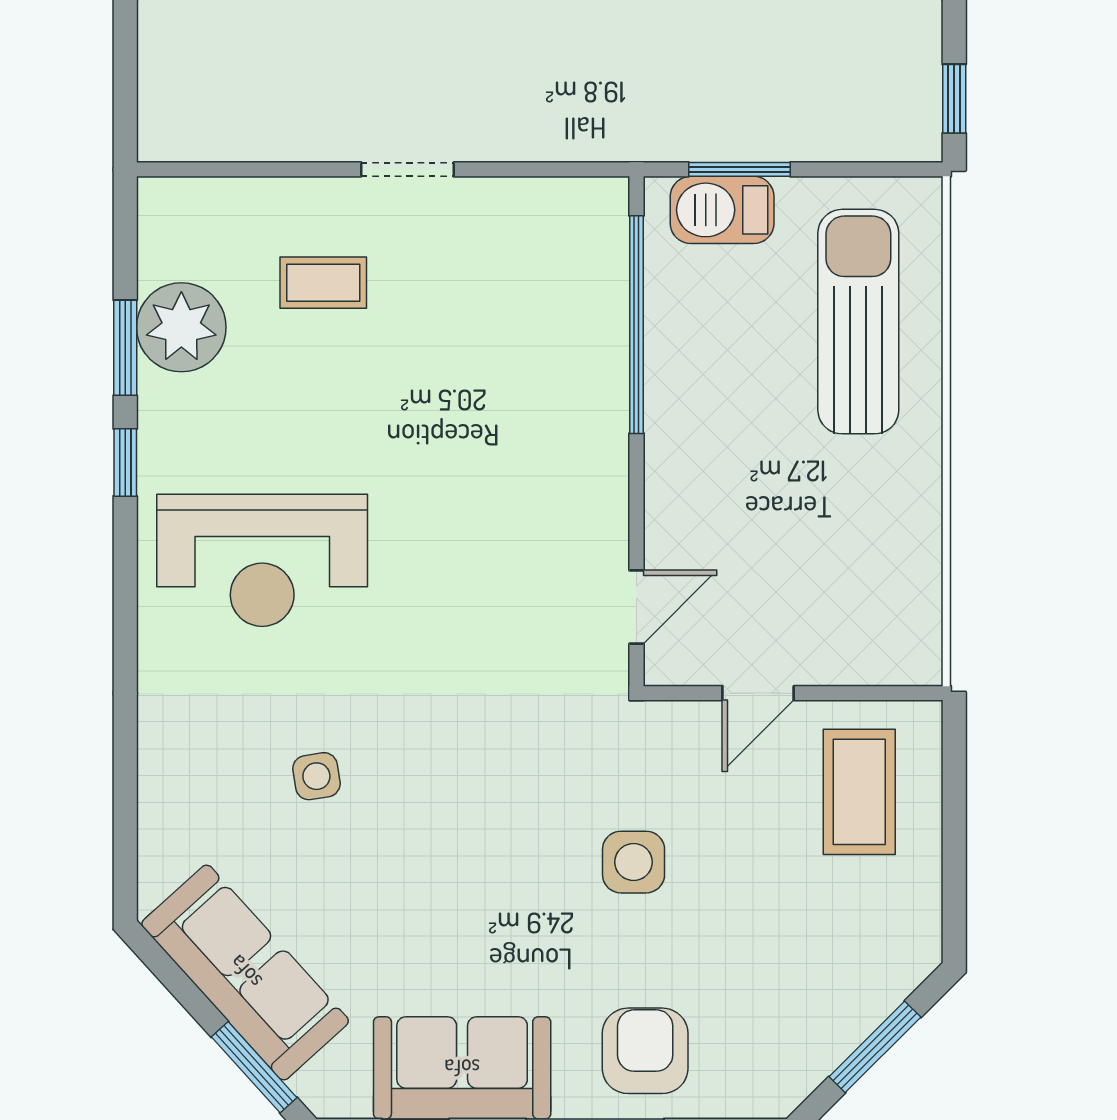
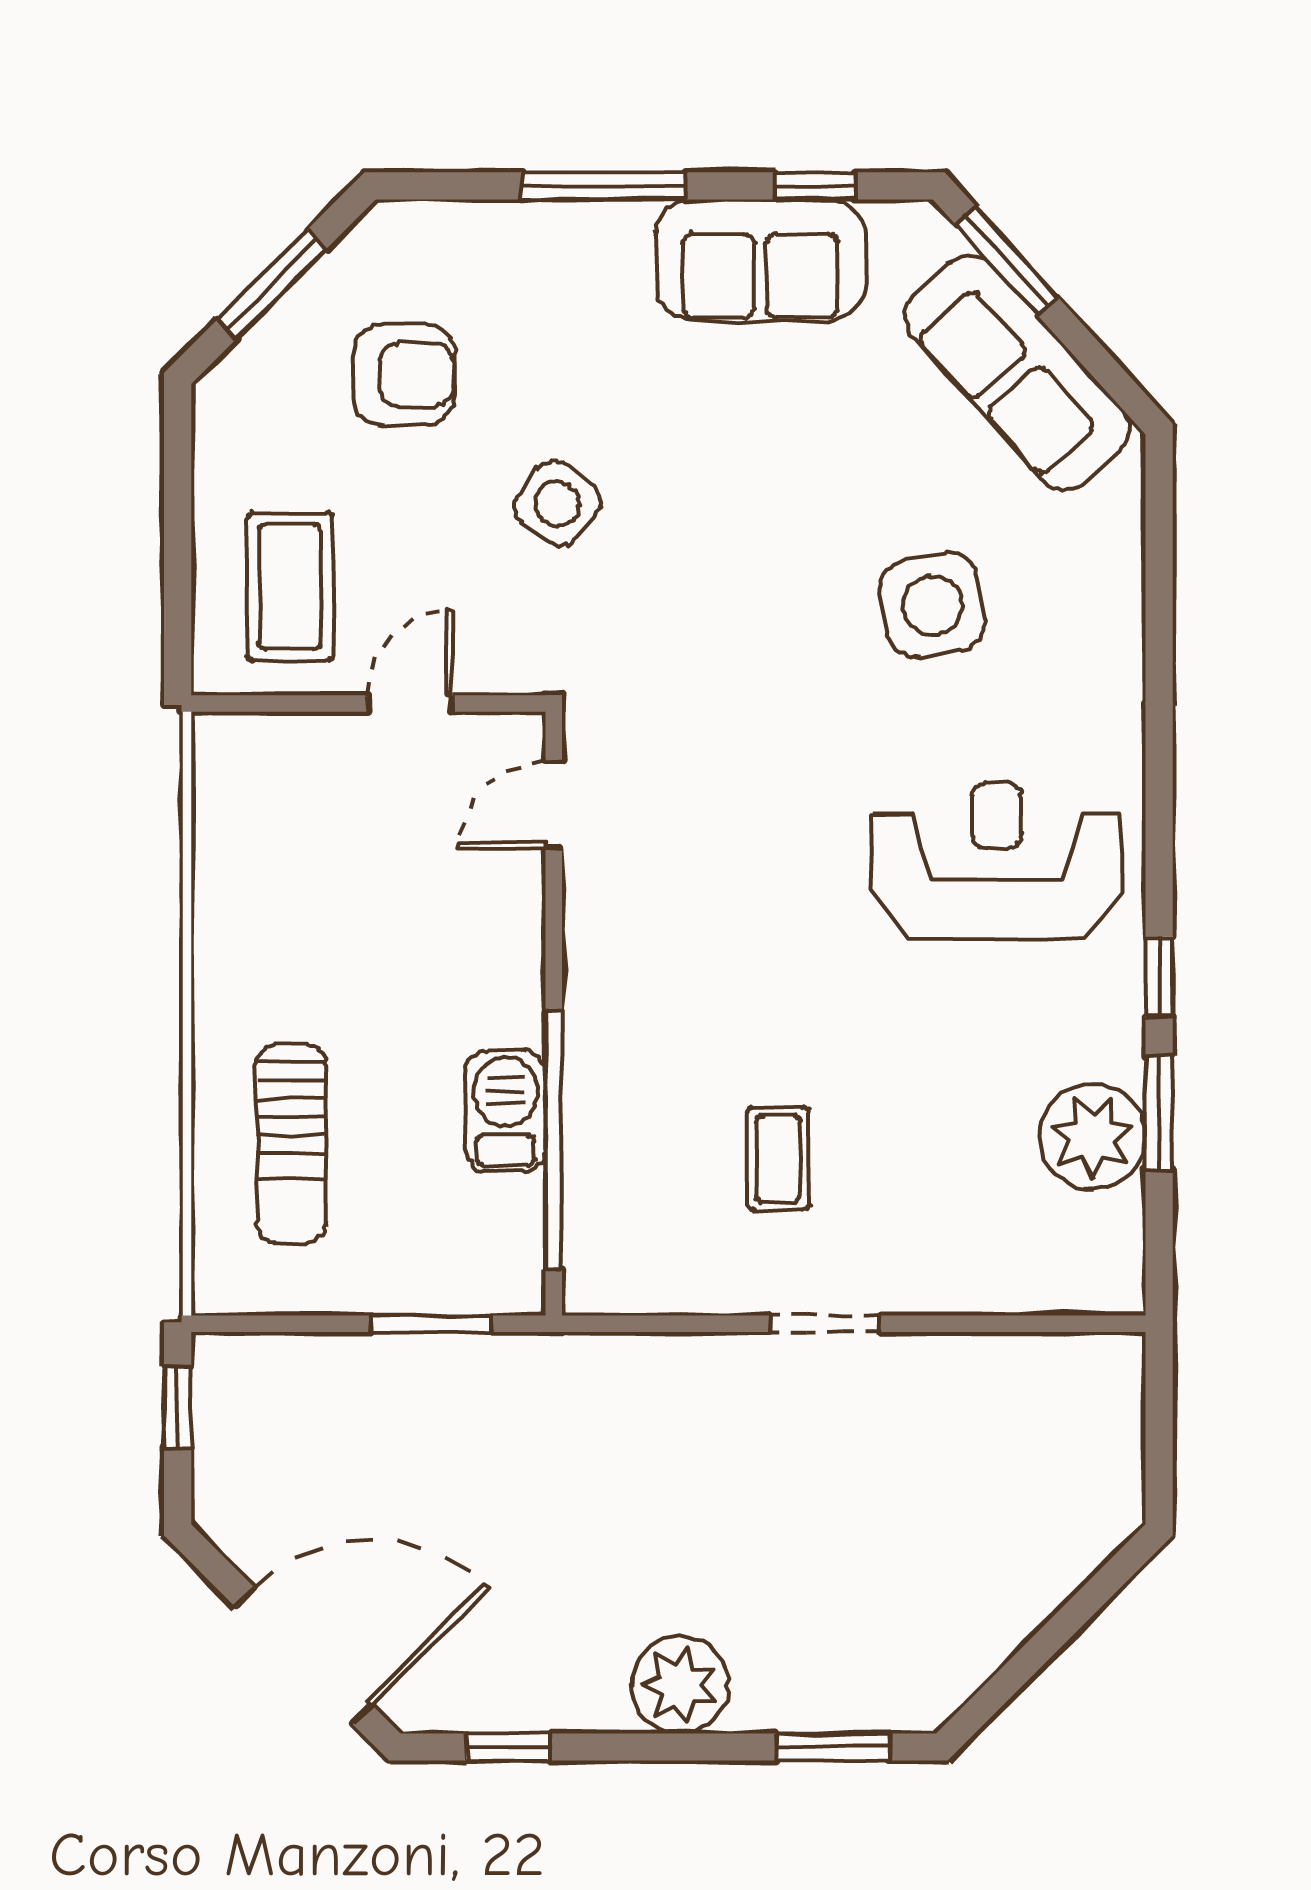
barbecue: (722, 210) -> (506, 1111), moved, turned -90
coffee table: (323, 283) -> (778, 1159), moved, turned 90
sun lounger: (858, 322) -> (291, 1143), width x0.73, depth x0.75
side table: (316, 776) -> (933, 605), width x1.87, depth x1.87
side table: (634, 862) -> (557, 504), turned 38
armchair: (645, 1051) -> (404, 375), moved, turned -90

